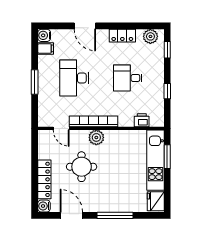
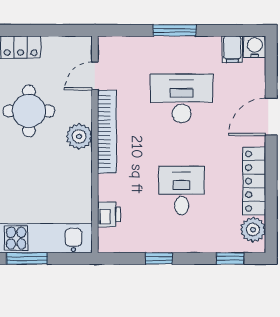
locker: (122, 36) -> (254, 181), width x1.53
window: (167, 157) -> (27, 258), moved

